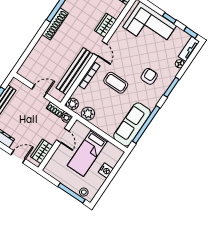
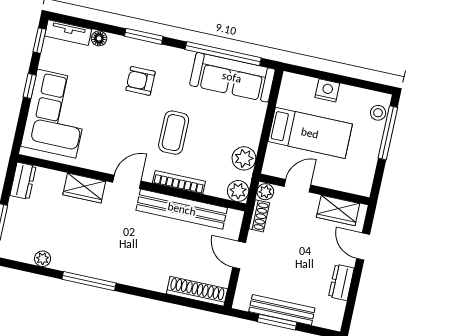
shoe rack: (55, 24) -> (197, 291), moved

